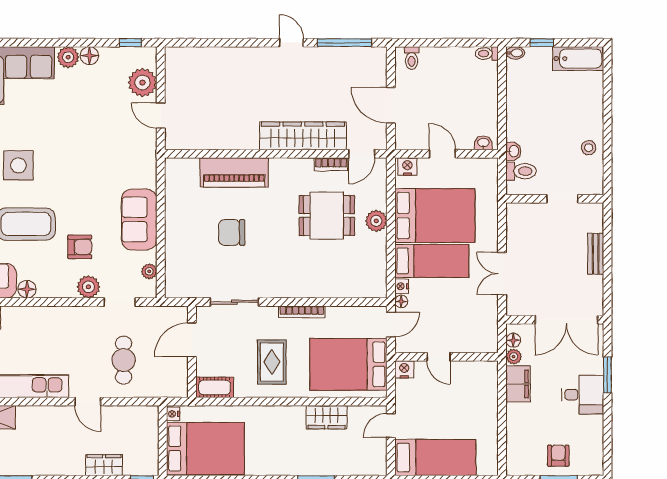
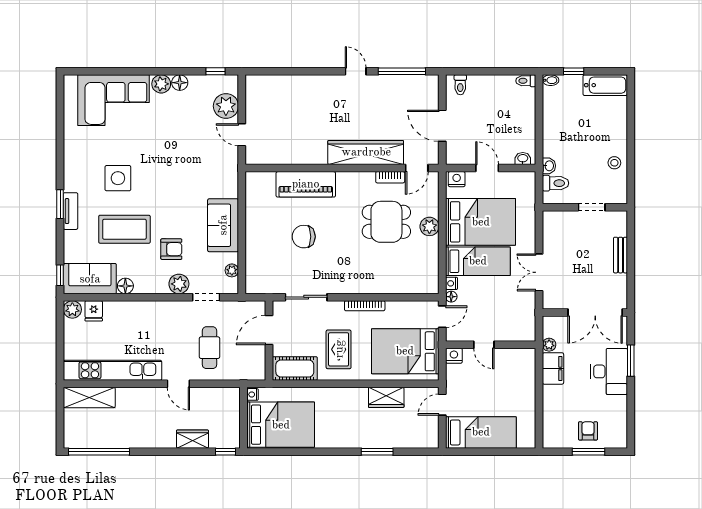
floor lamp: (513, 340) -> (549, 330), removed
cot: (215, 387) -> (295, 368), width x1.37, depth x1.34
desk: (583, 395) -> (609, 371), width x1.37

